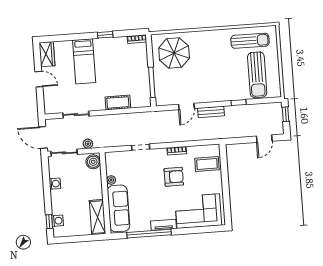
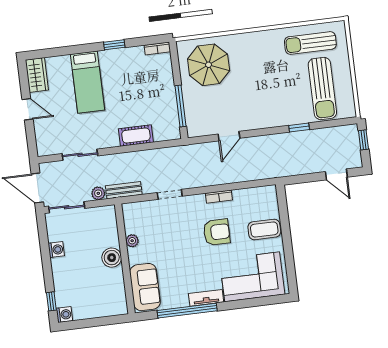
sun lounger: (250, 41) -> (310, 43), turned 180
bench: (211, 112) -> (124, 190), moved
door: (264, 139) -> (336, 174), hinge flipped
boiler: (93, 162) -> (112, 258), moved
coffee table: (207, 164) -> (264, 229), moved
sofa: (118, 208) -> (145, 287), width x0.73
shelving: (98, 217) -> (116, 292), removed
washing machine: (58, 221) -> (64, 315), moved

